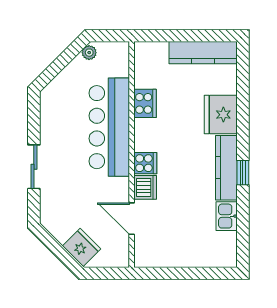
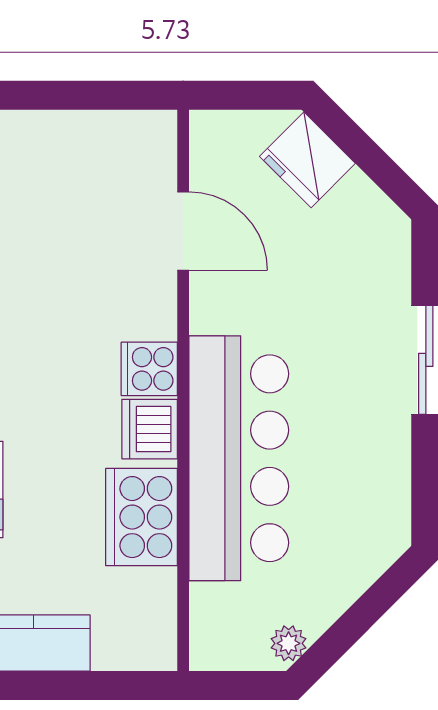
cooker: (145, 103) -> (142, 517), width x1.37, depth x1.31
dishwasher: (145, 187) -> (150, 429), moved

